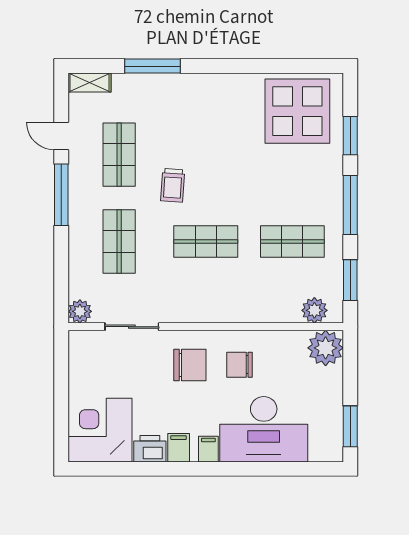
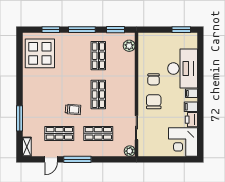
plant: (326, 348) -> (146, 41), removed

